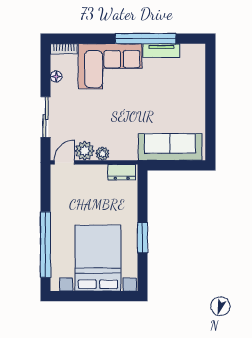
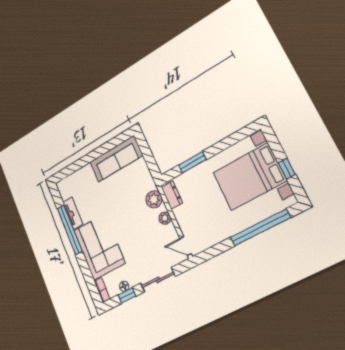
window: (45, 75) -> (127, 295), added
sofa: (170, 147) -> (116, 159), moved, turned -90
plant: (85, 151) -> (154, 199), moved
window: (143, 238) -> (192, 162), moved
window: (87, 296) -> (287, 169), added

